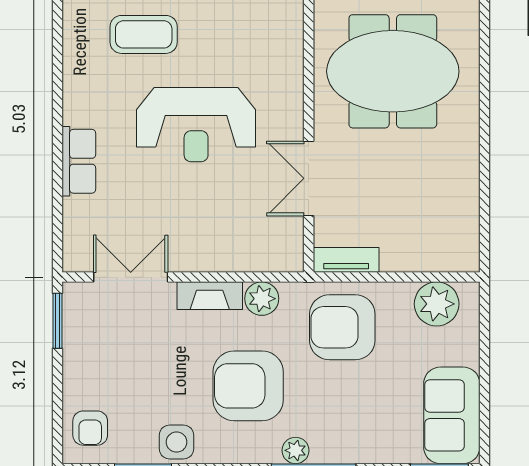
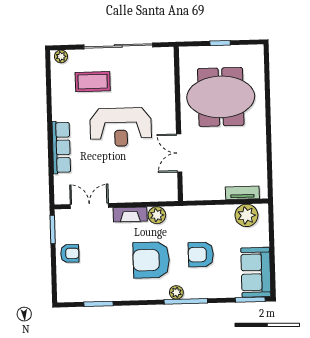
row of seats: (79, 161) -> (61, 147), width x1.48
tv unit: (346, 260) -> (242, 193), moved
armchair: (342, 327) -> (201, 254), moved, width x0.73, depth x0.73
armchair: (90, 428) -> (70, 253), moved, turned -90
side table: (177, 442) -> (115, 290), removed

